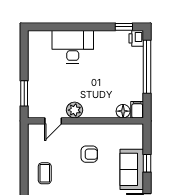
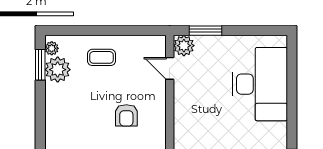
desk: (73, 47) -> (260, 84), width x1.36, depth x1.30
plant: (75, 110) -> (184, 46), moved

